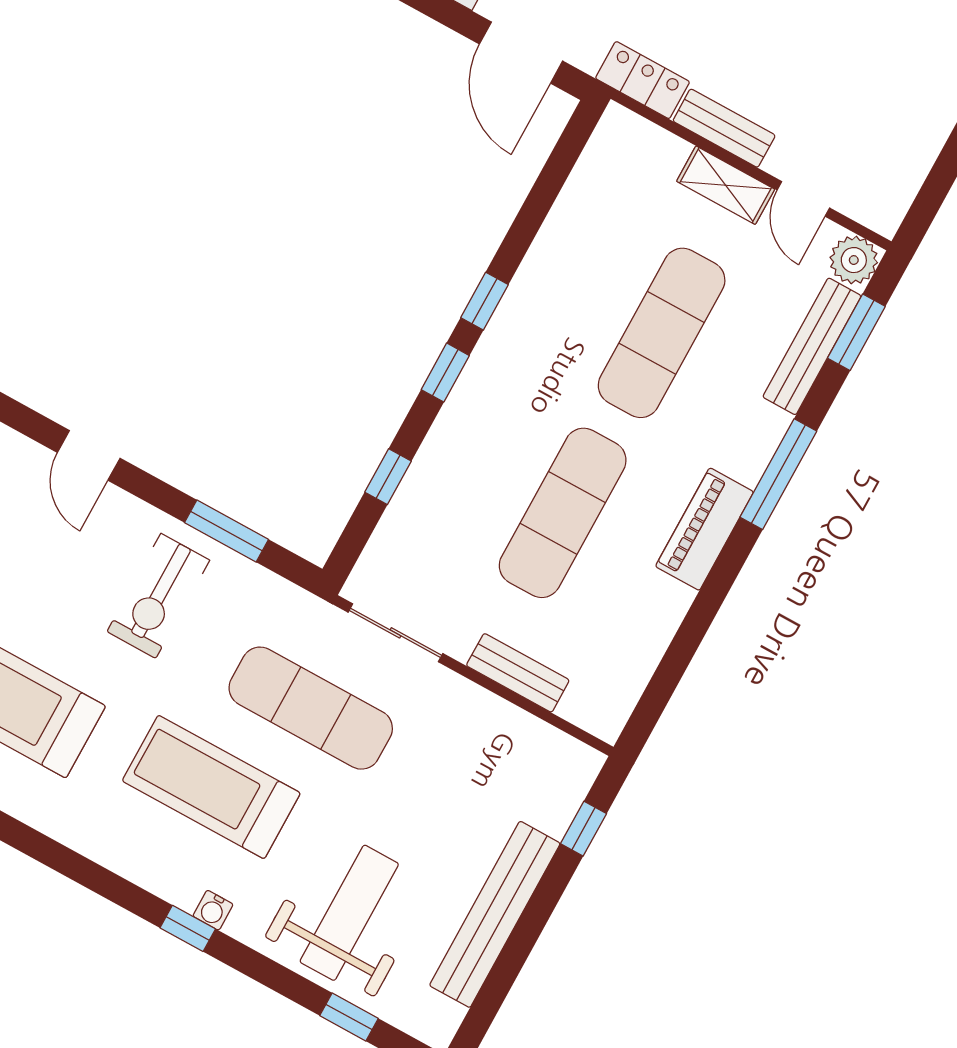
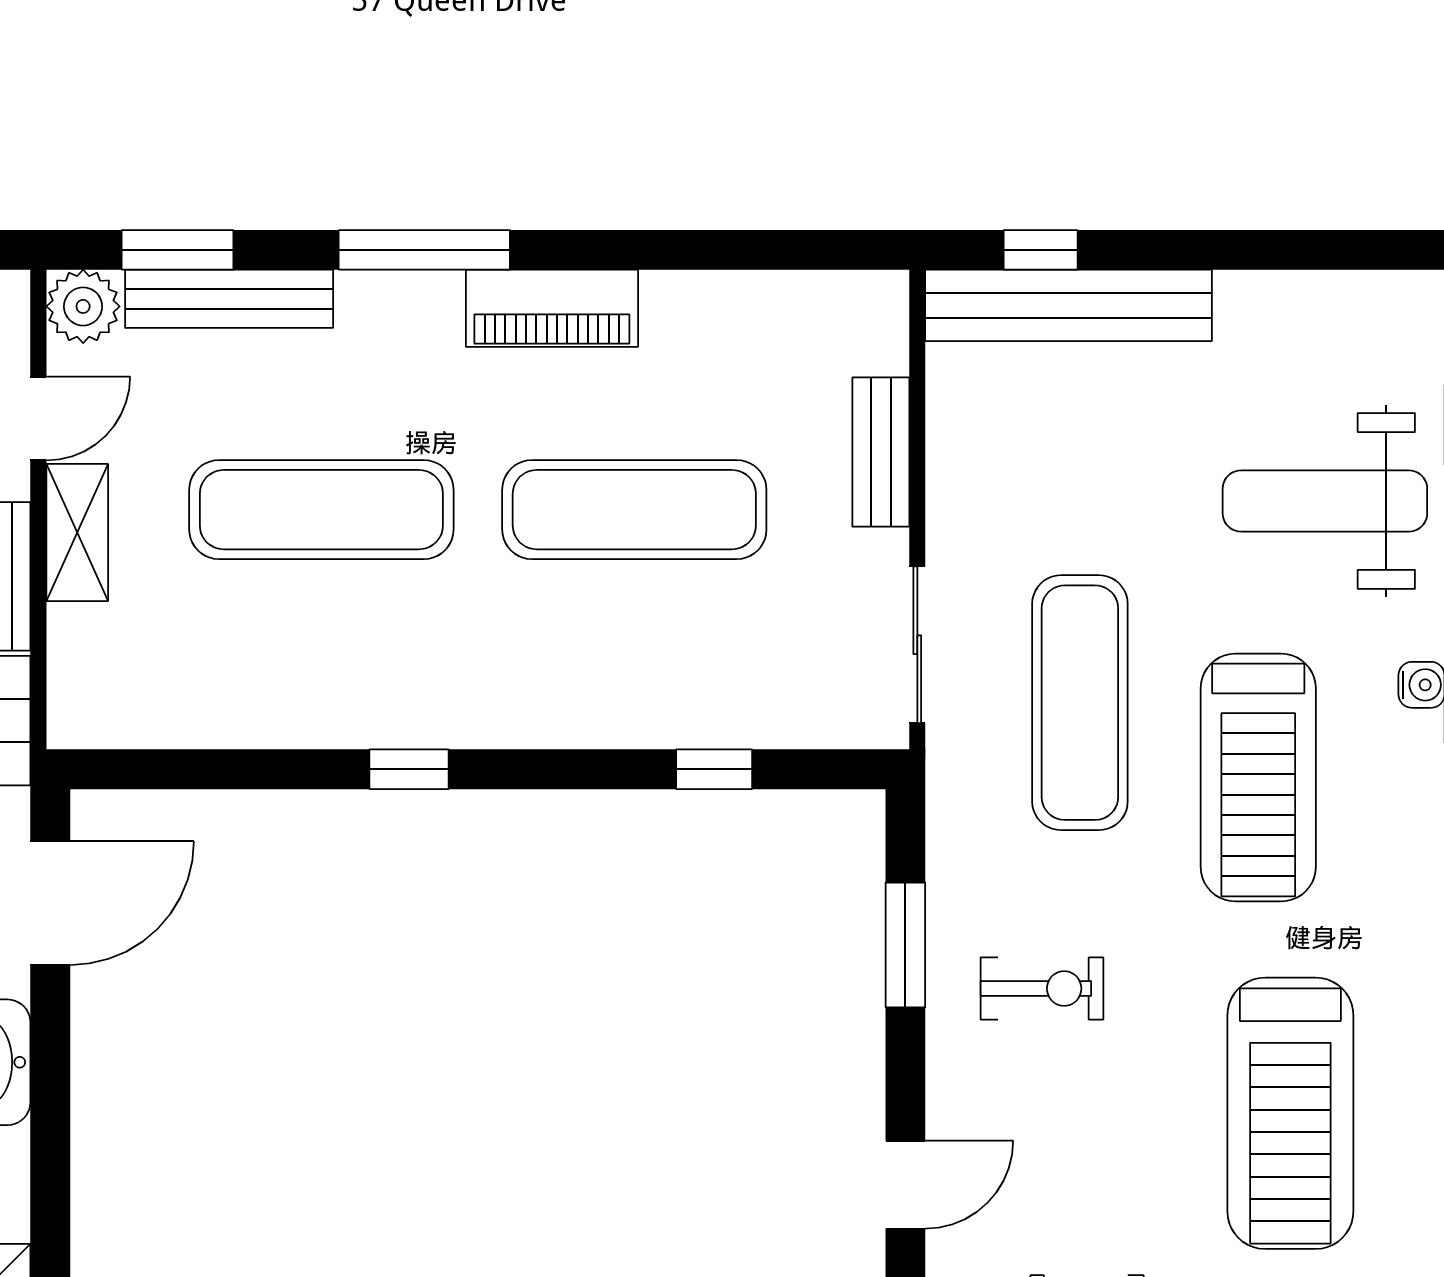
window: (445, 373) -> (533, 769), removed
exercise bike: (158, 596) -> (1042, 989), width x0.73, depth x0.72
bench: (495, 914) -> (1069, 305), moved

